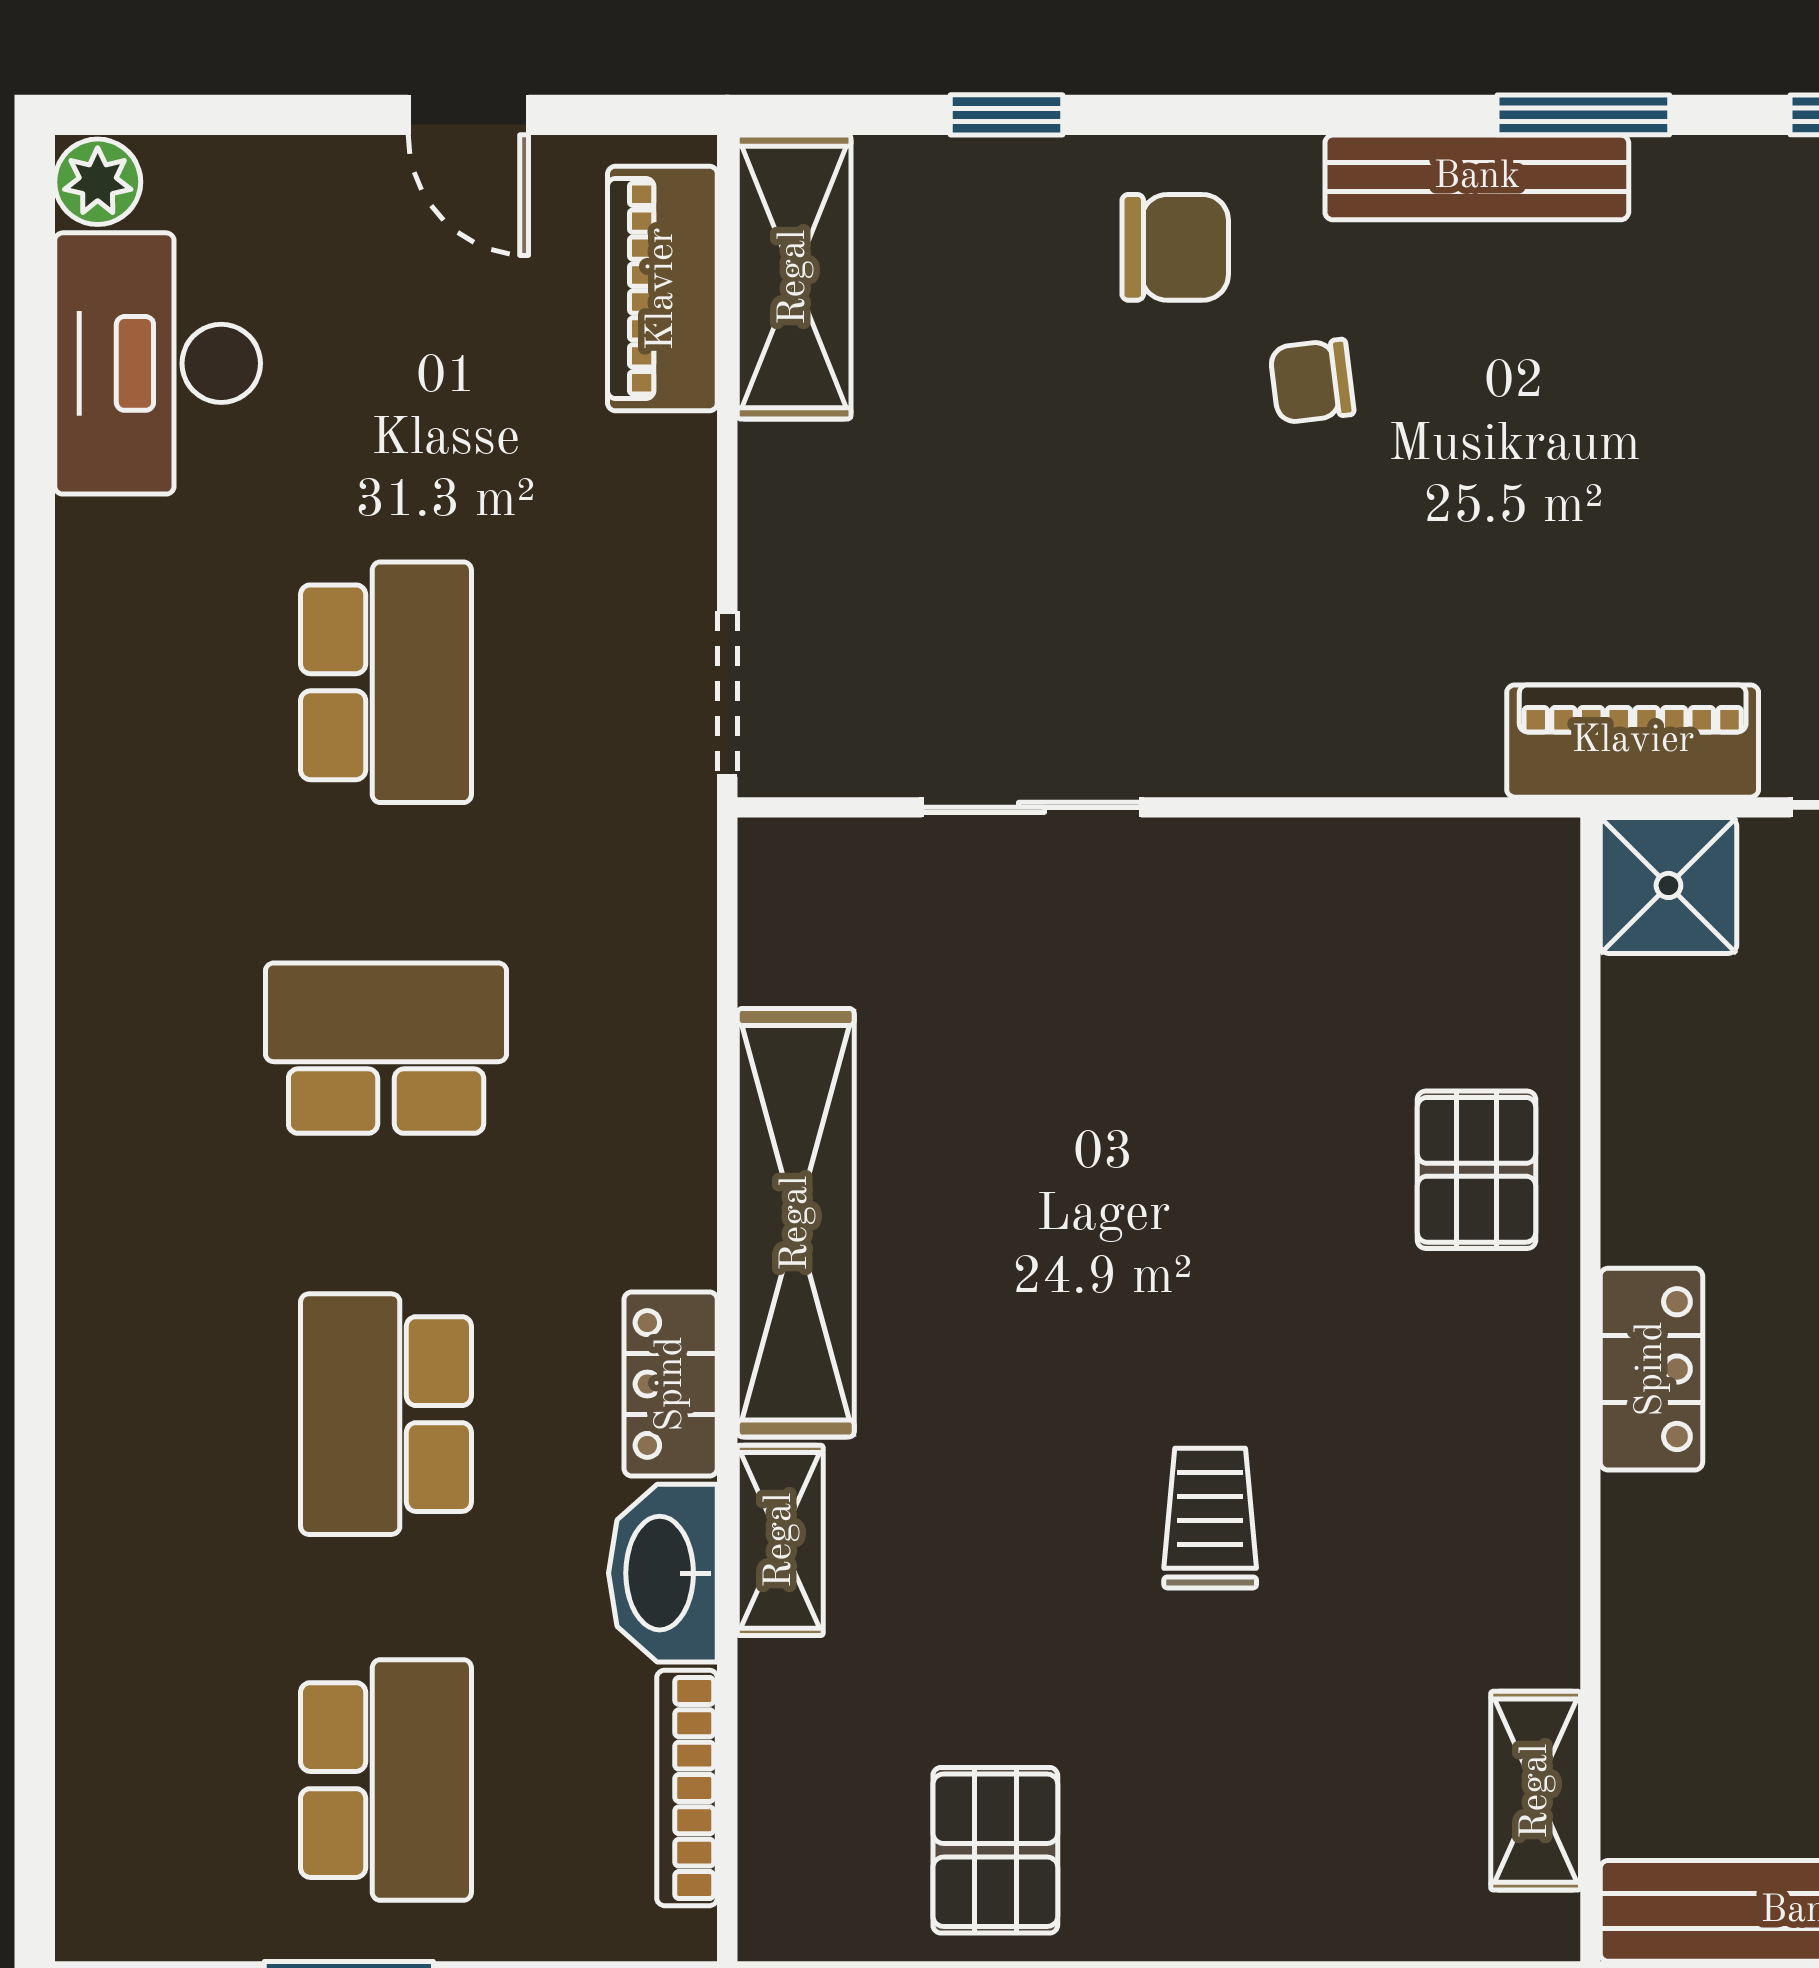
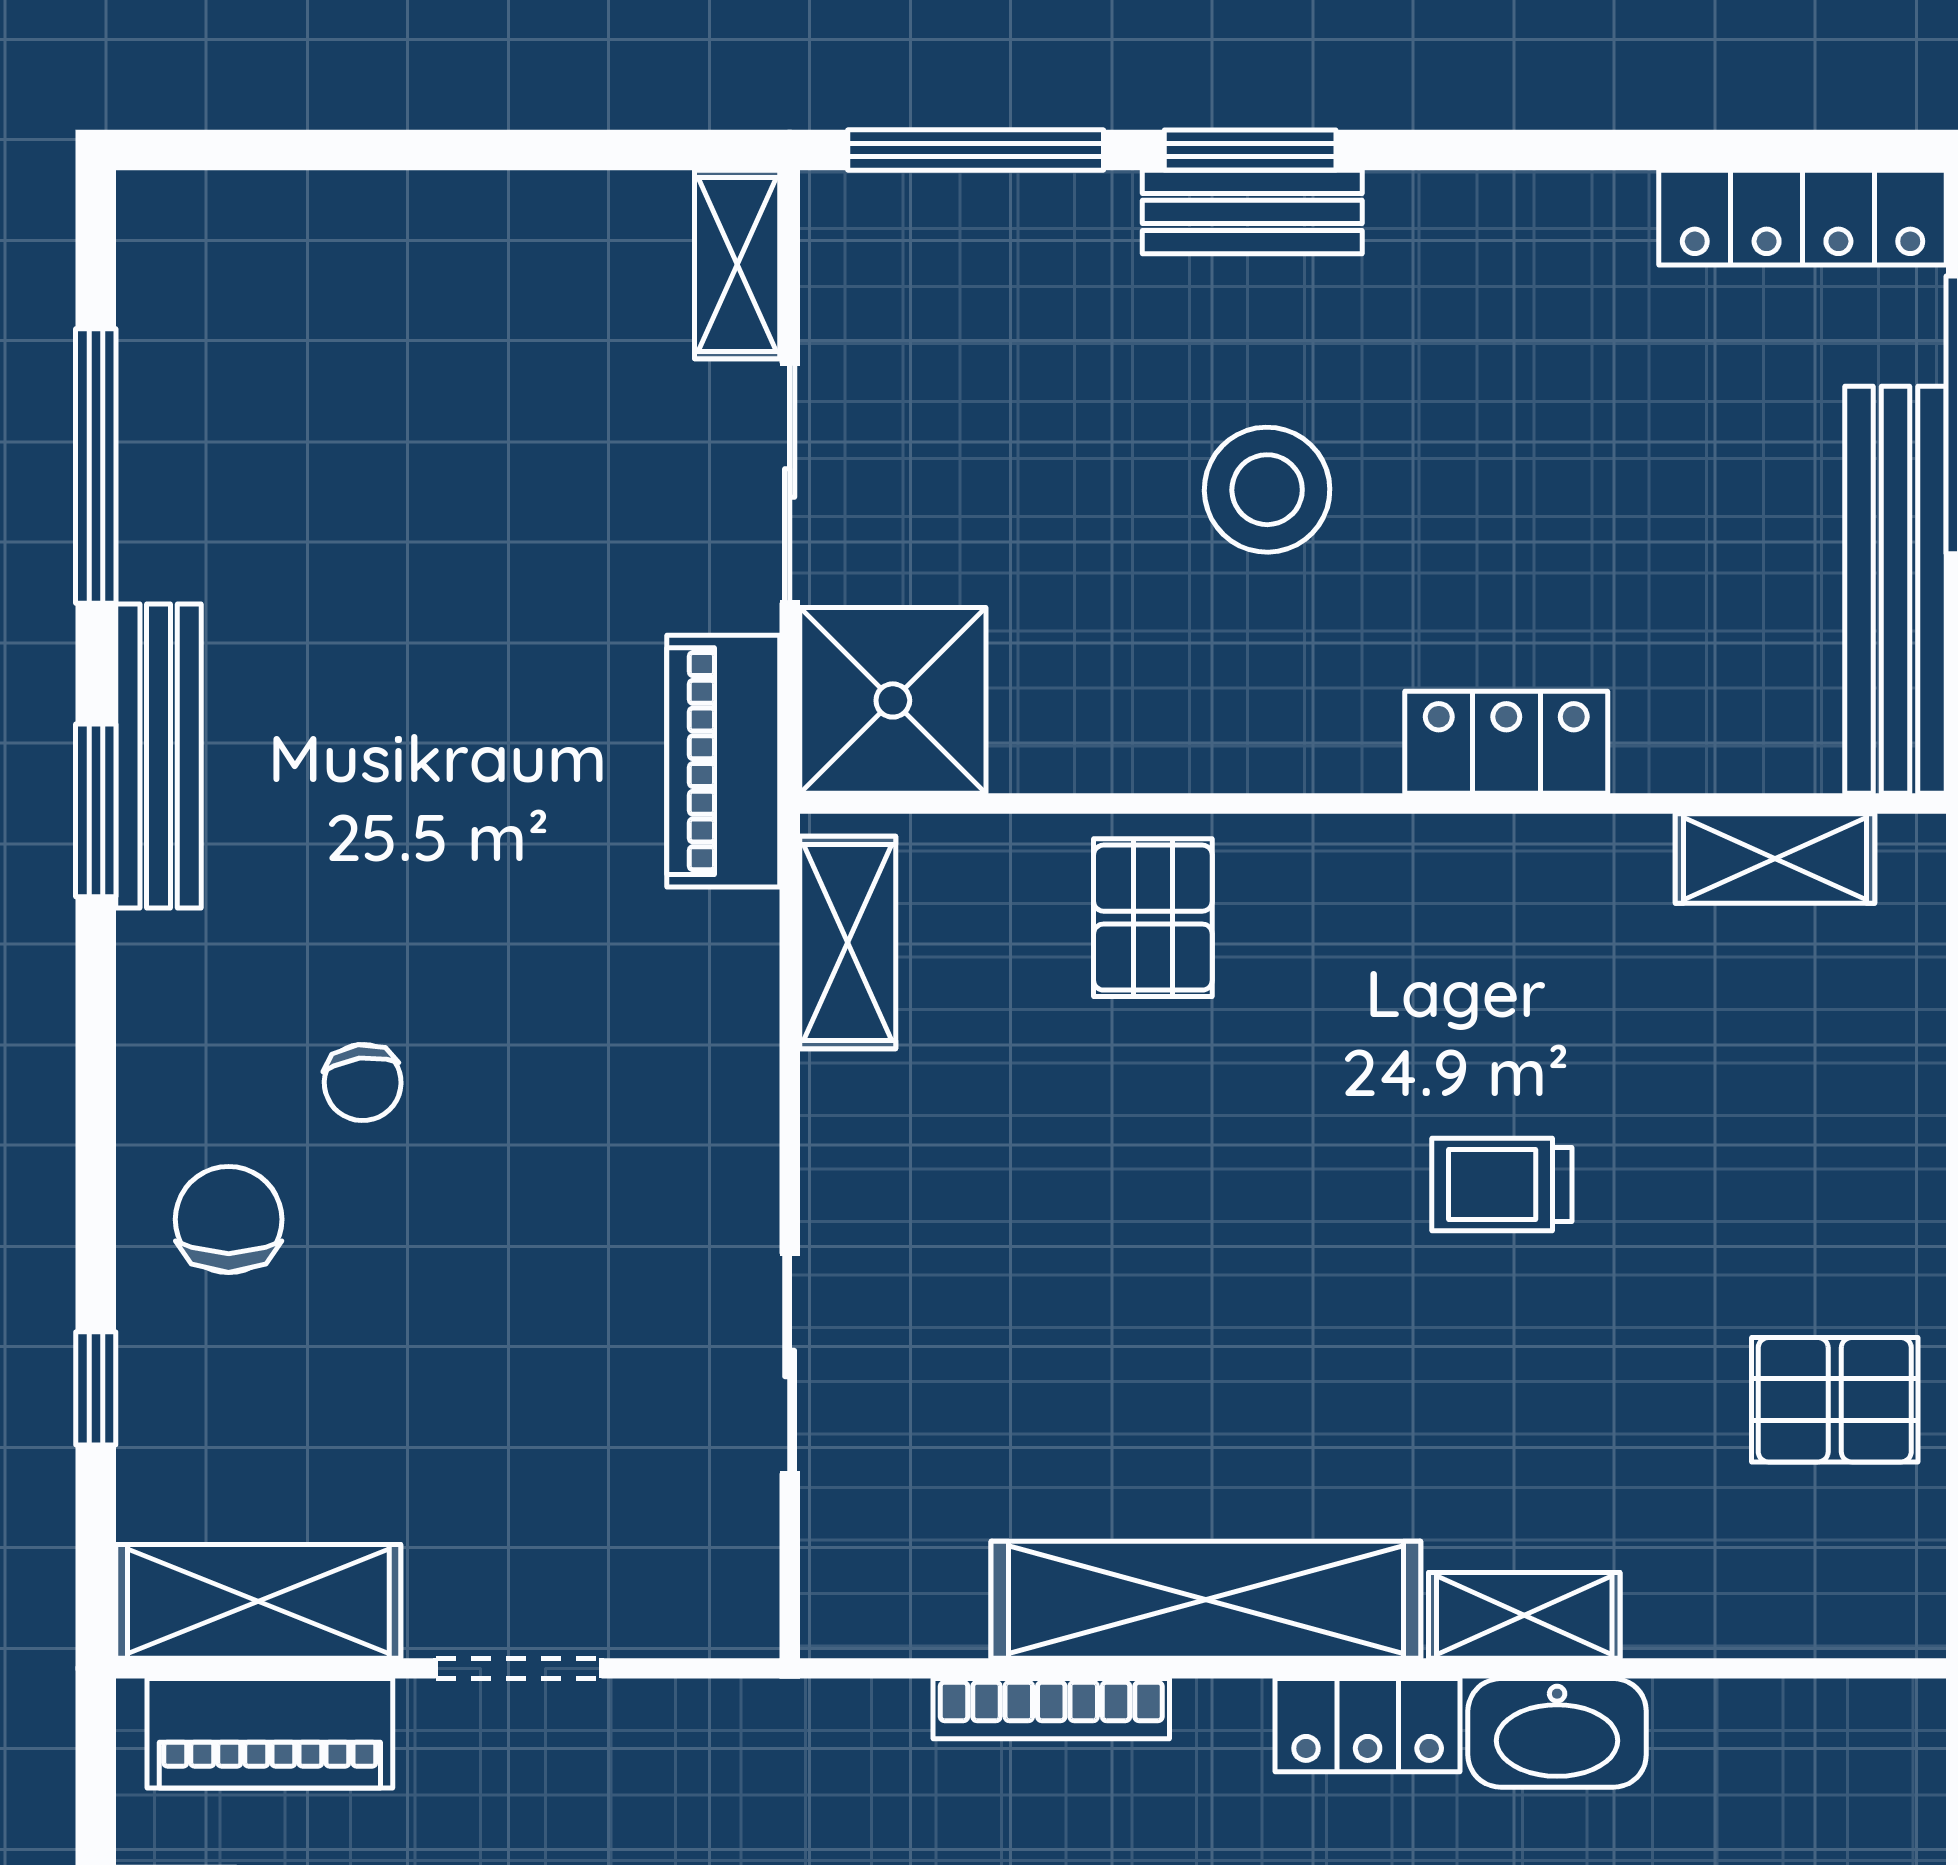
bench: (1477, 177) -> (159, 756), moved
doorway: (727, 694) -> (519, 1668), moved
shelving: (1452, 865) -> (848, 942), added
shower: (1668, 885) -> (893, 700), width x1.36, depth x1.36
pallet: (1477, 1170) -> (1153, 918), turned 90
locker: (1651, 1369) -> (1506, 742), moved
bookcase: (687, 1788) -> (1051, 1709), moved

